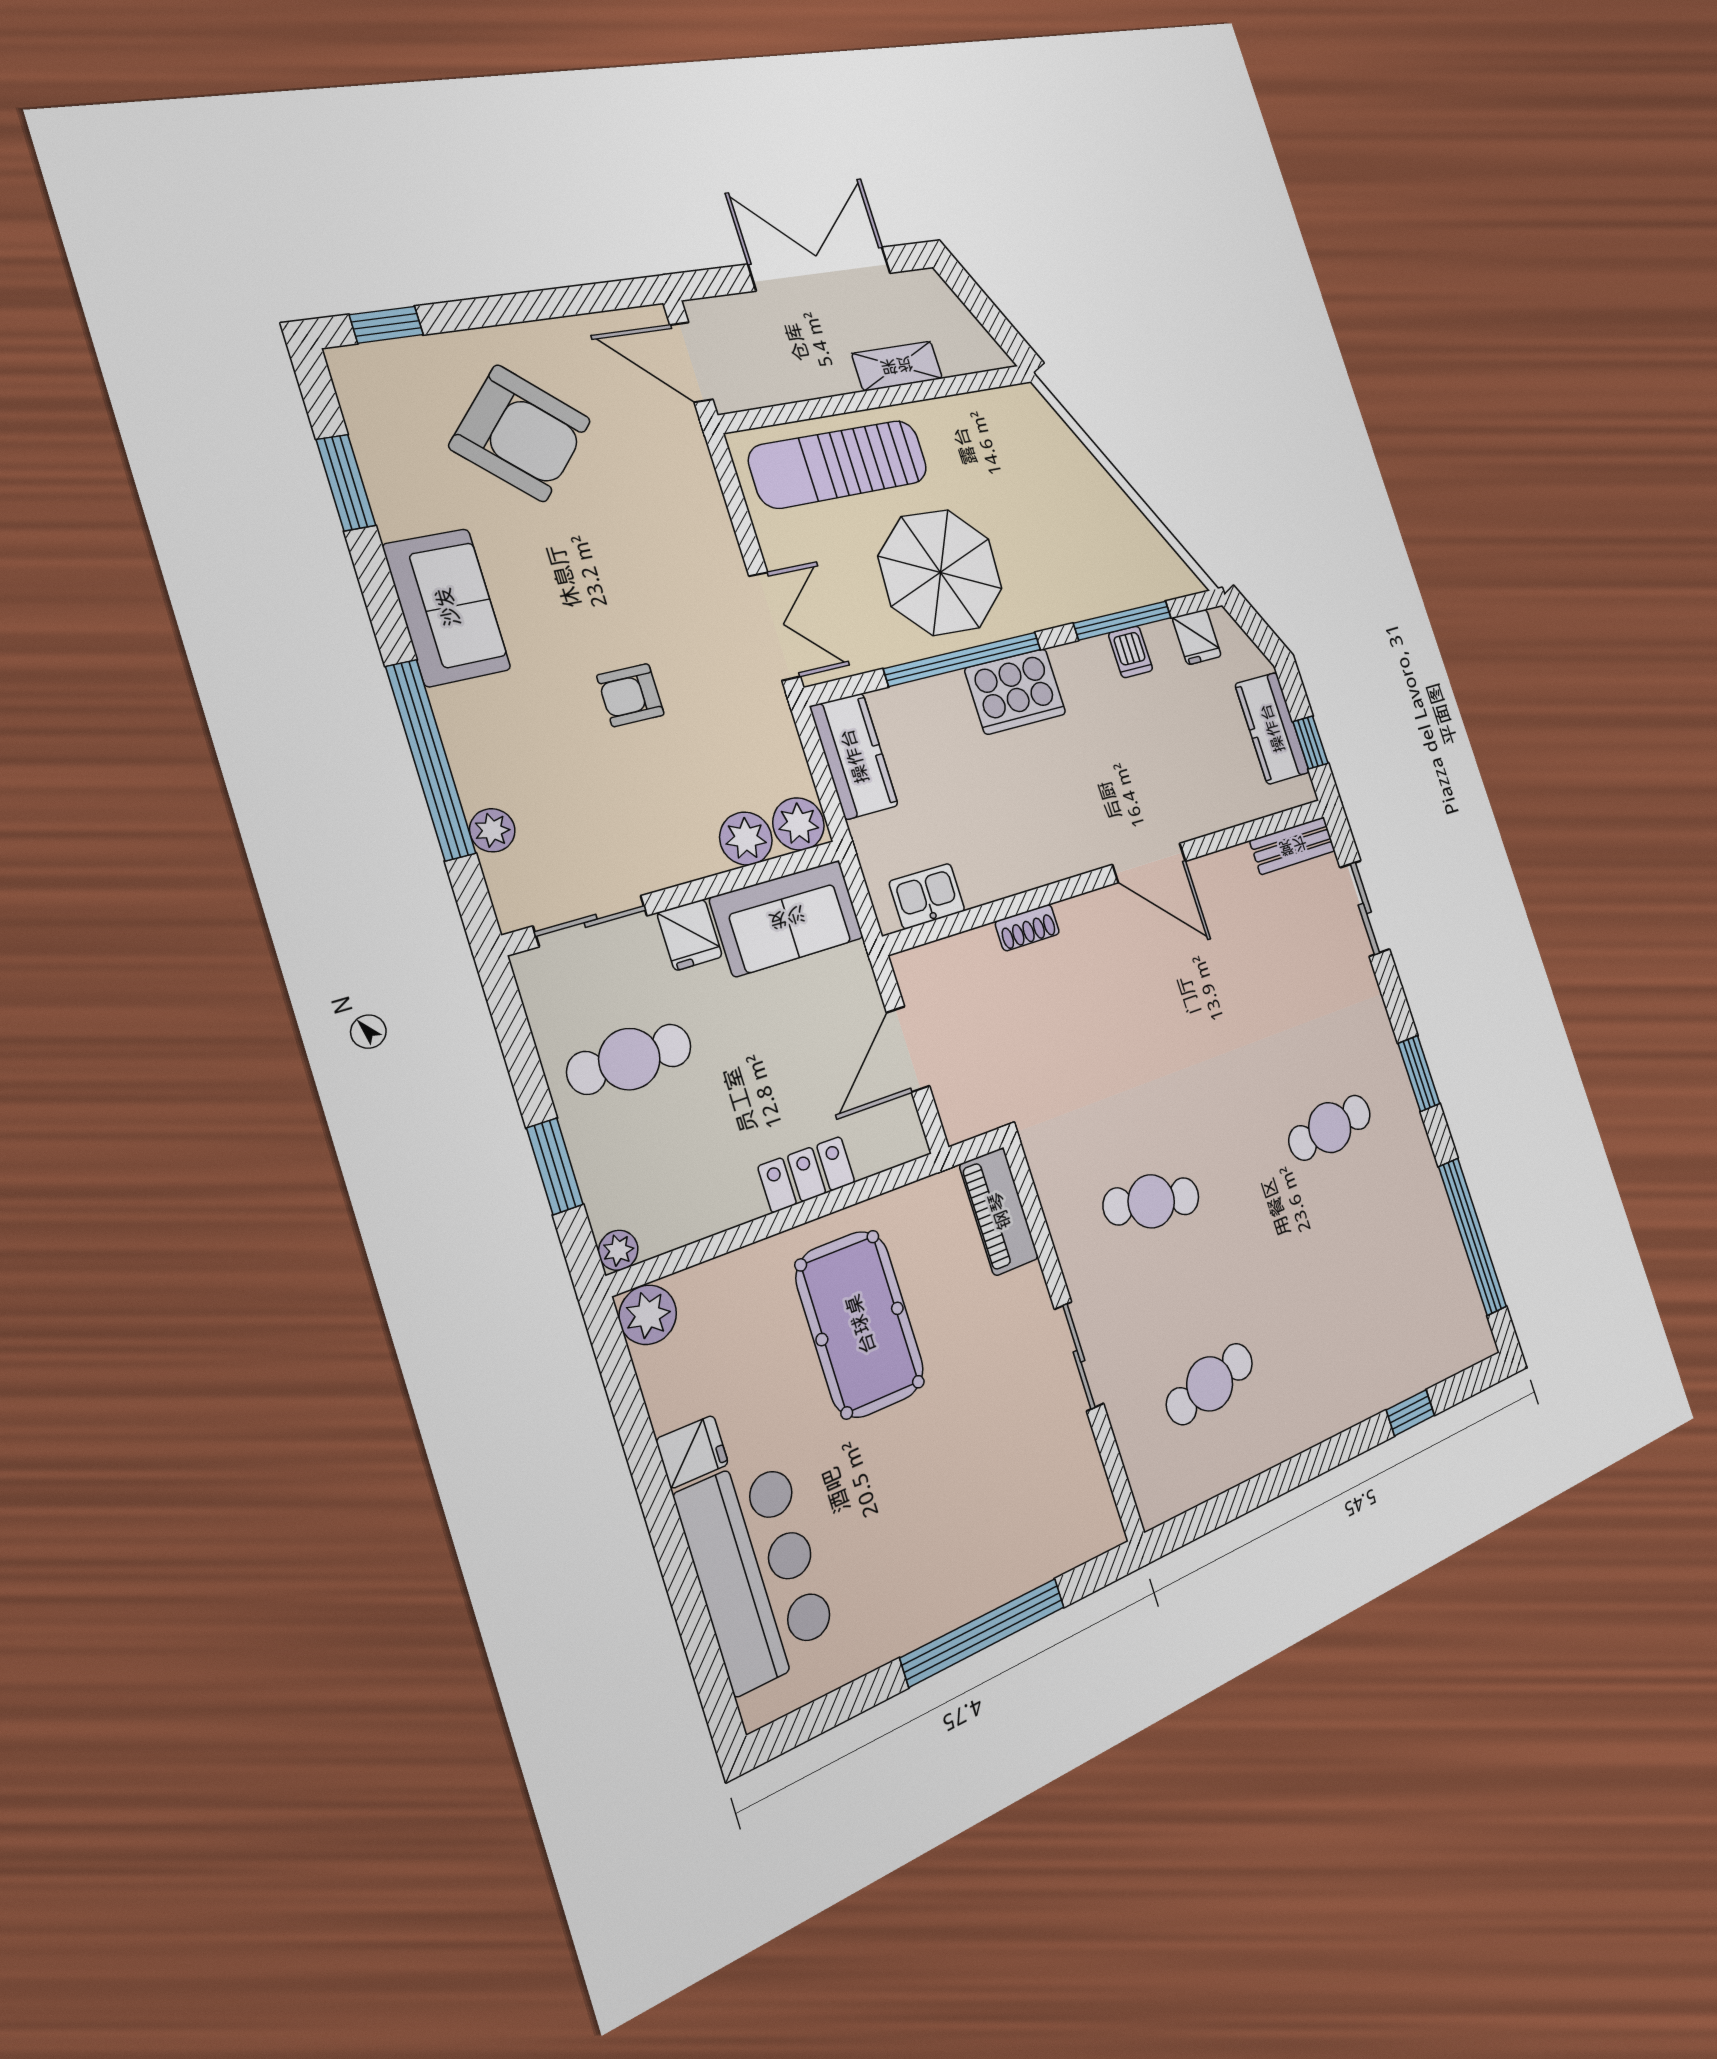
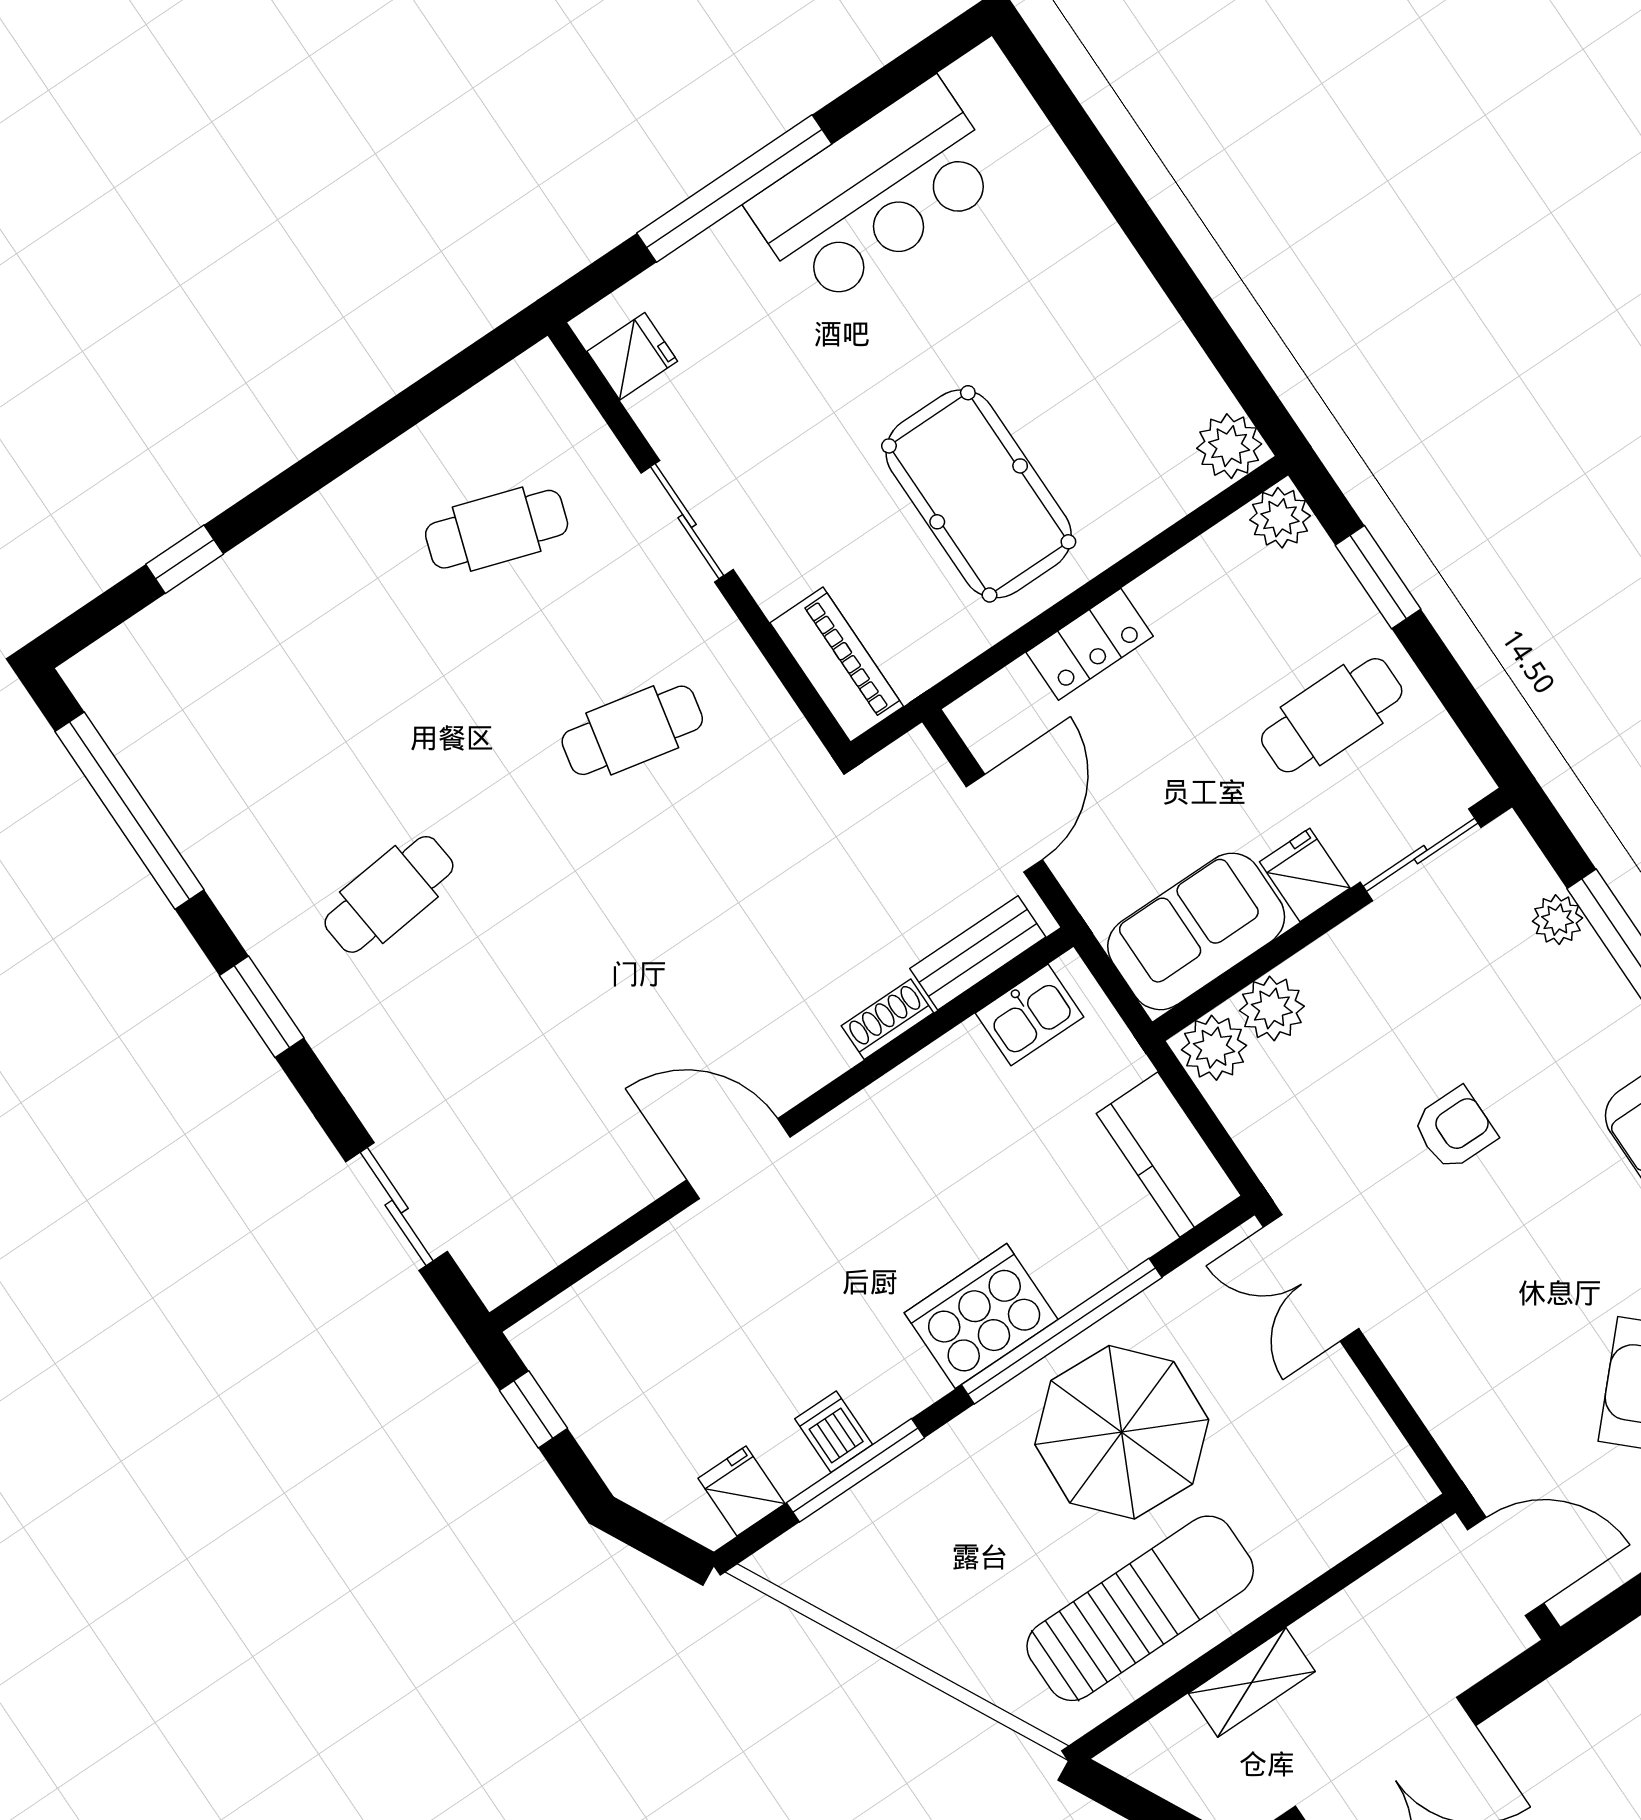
sun lounger: (839, 464) -> (1140, 1608), moved
kitchen counter: (1272, 728) -> (598, 1407), removed
bench: (1293, 846) -> (978, 953), moved
plant: (618, 1250) -> (1280, 518), width x1.38, depth x1.38
cafe table: (1210, 1384) -> (497, 529), turned 30
fridge: (692, 1452) -> (632, 356), moved, turned 180
bar counter: (757, 1571) -> (876, 193), moved, turned -90

